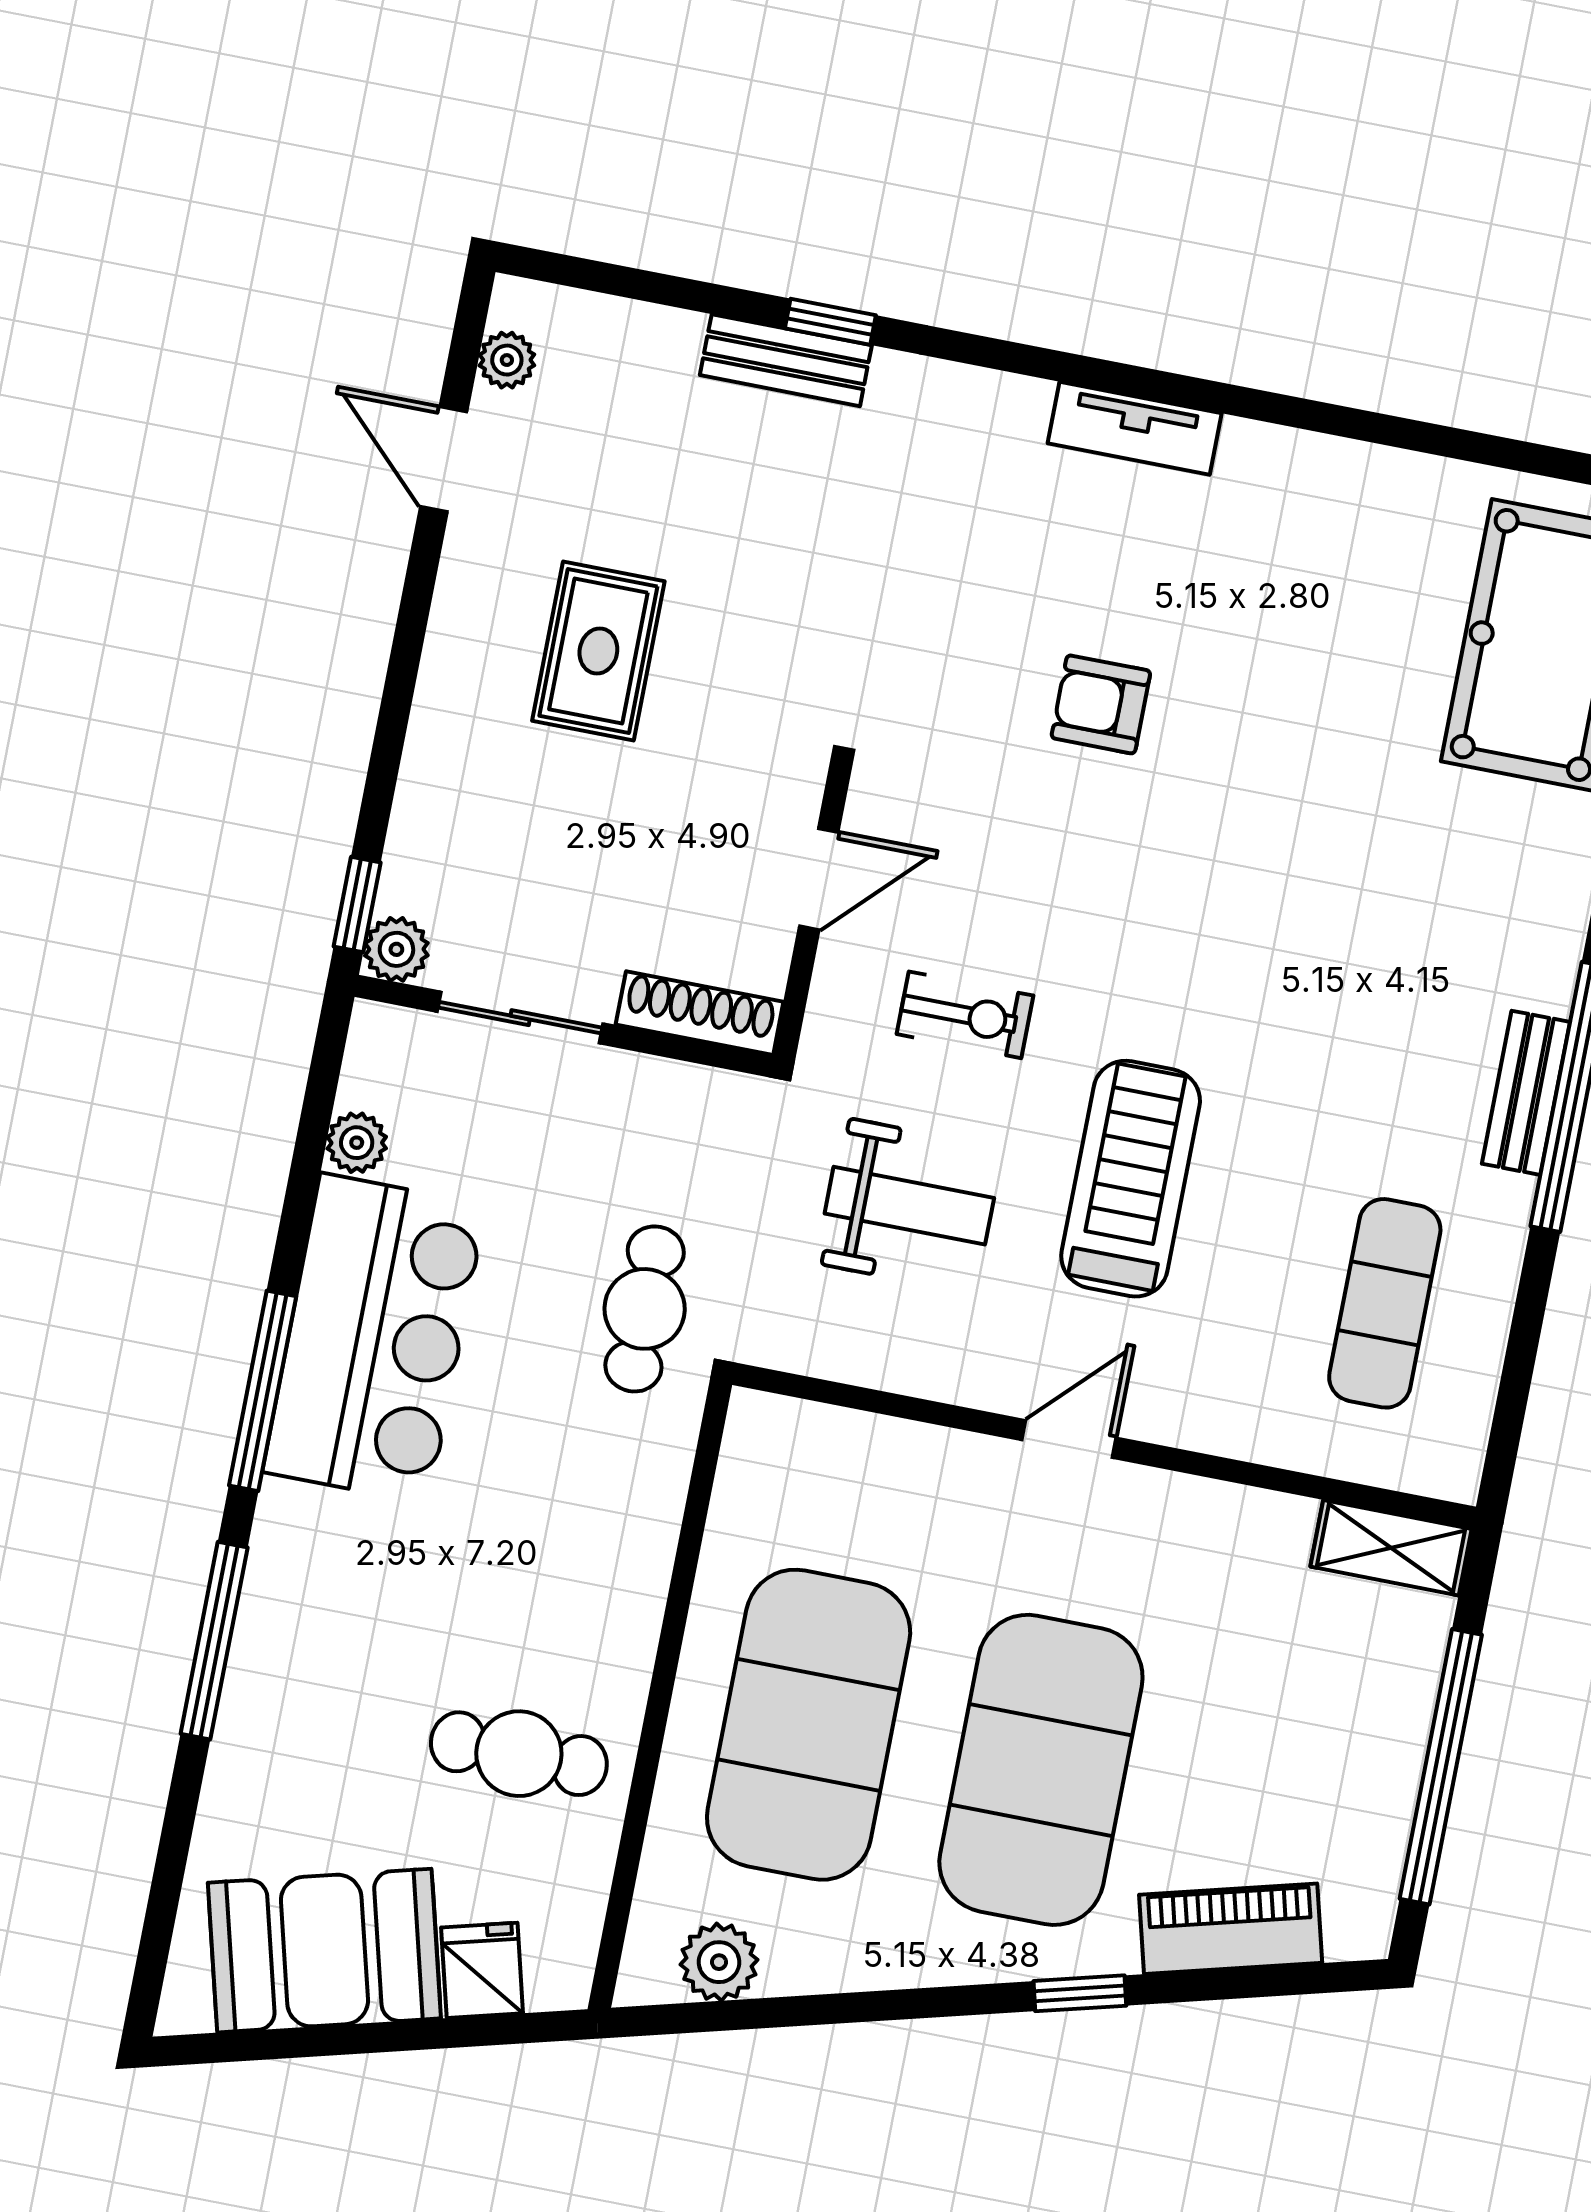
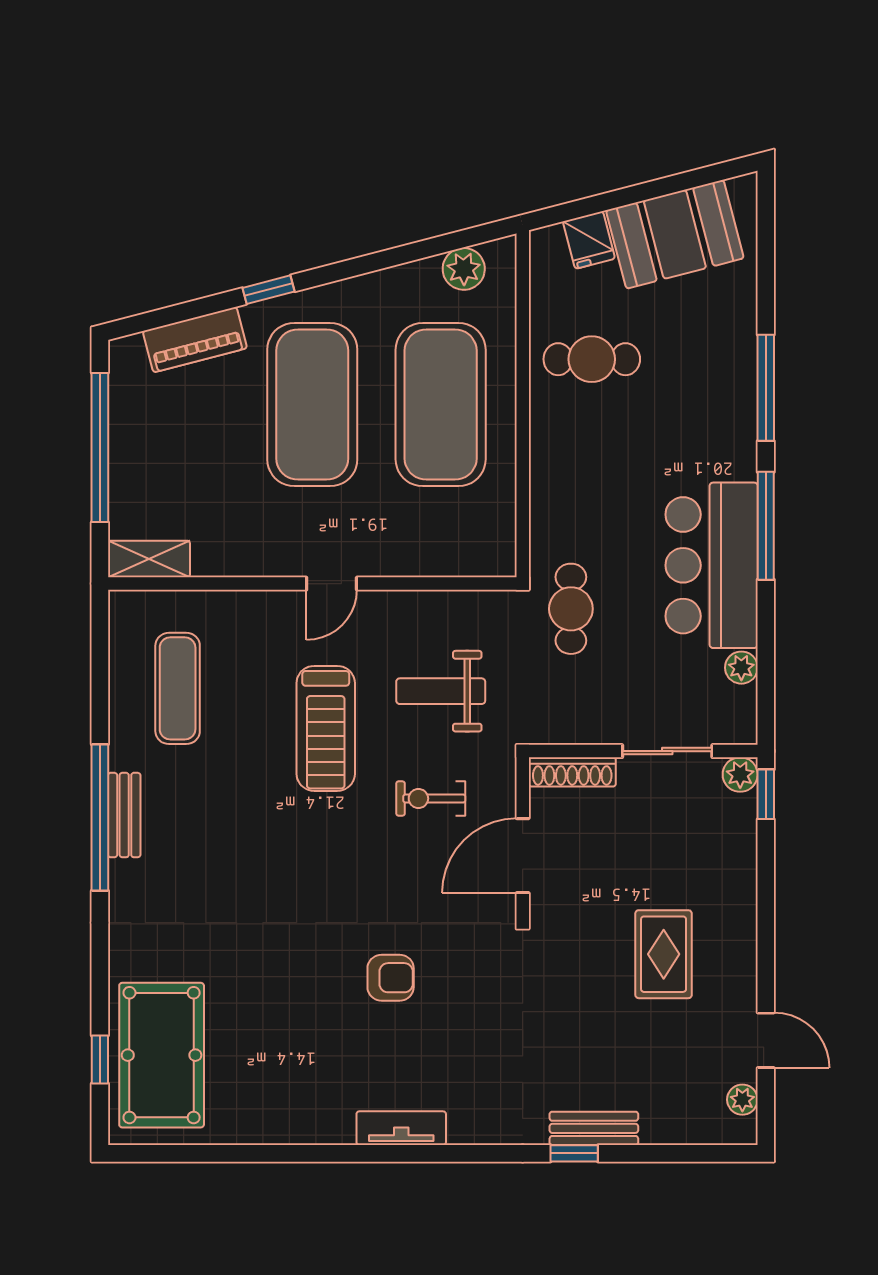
door: (819, 879) -> (523, 856), width x1.38

